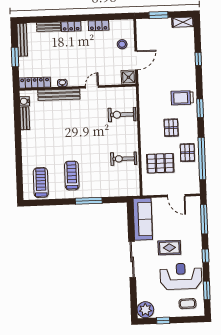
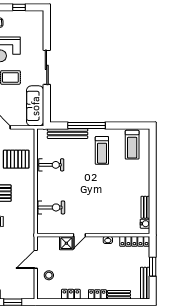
shower: (129, 77) -> (66, 243), moved
bench: (59, 95) -> (68, 134), moved
window: (89, 201) -> (87, 125), width x1.46
plant: (145, 310) -> (36, 18), removed

